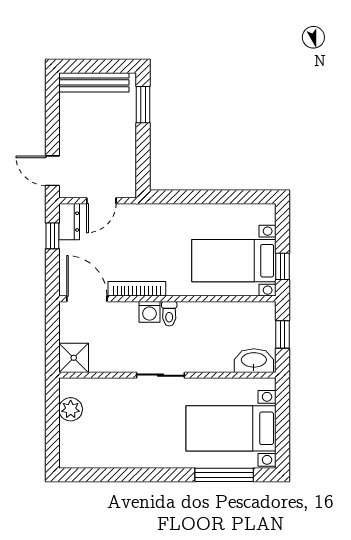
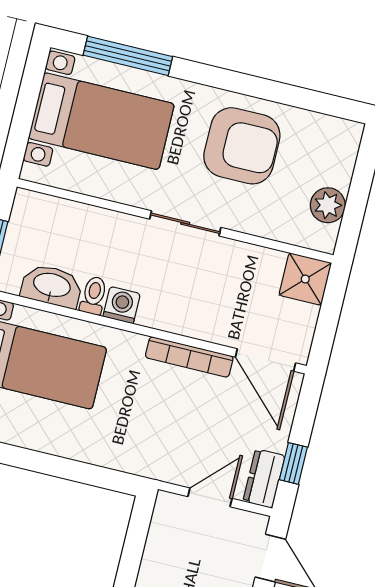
washing machine: (149, 312) -> (122, 305), moved
toilet: (169, 314) -> (94, 296), moved
washbasin: (254, 361) -> (52, 286), moved, turned 180
armchair: (136, 434) -> (242, 146), added

